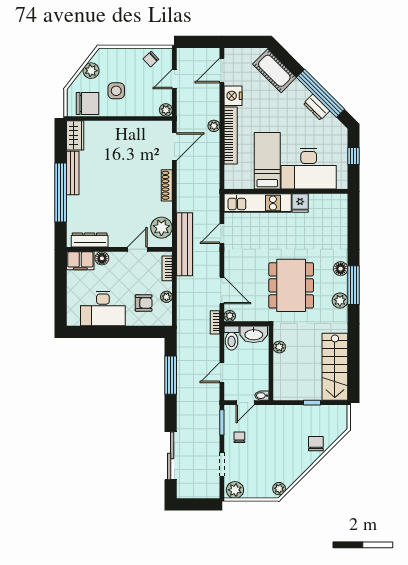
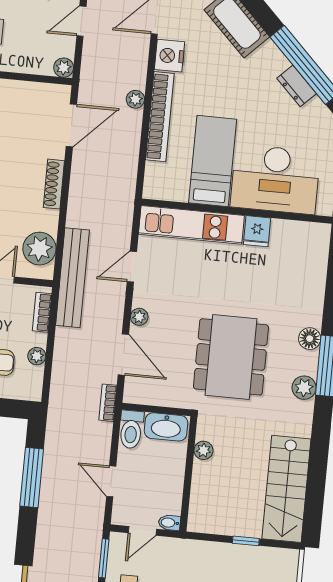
plant: (230, 316) -> (139, 317), moved
door: (222, 373) -> (111, 481), hinge flipped

